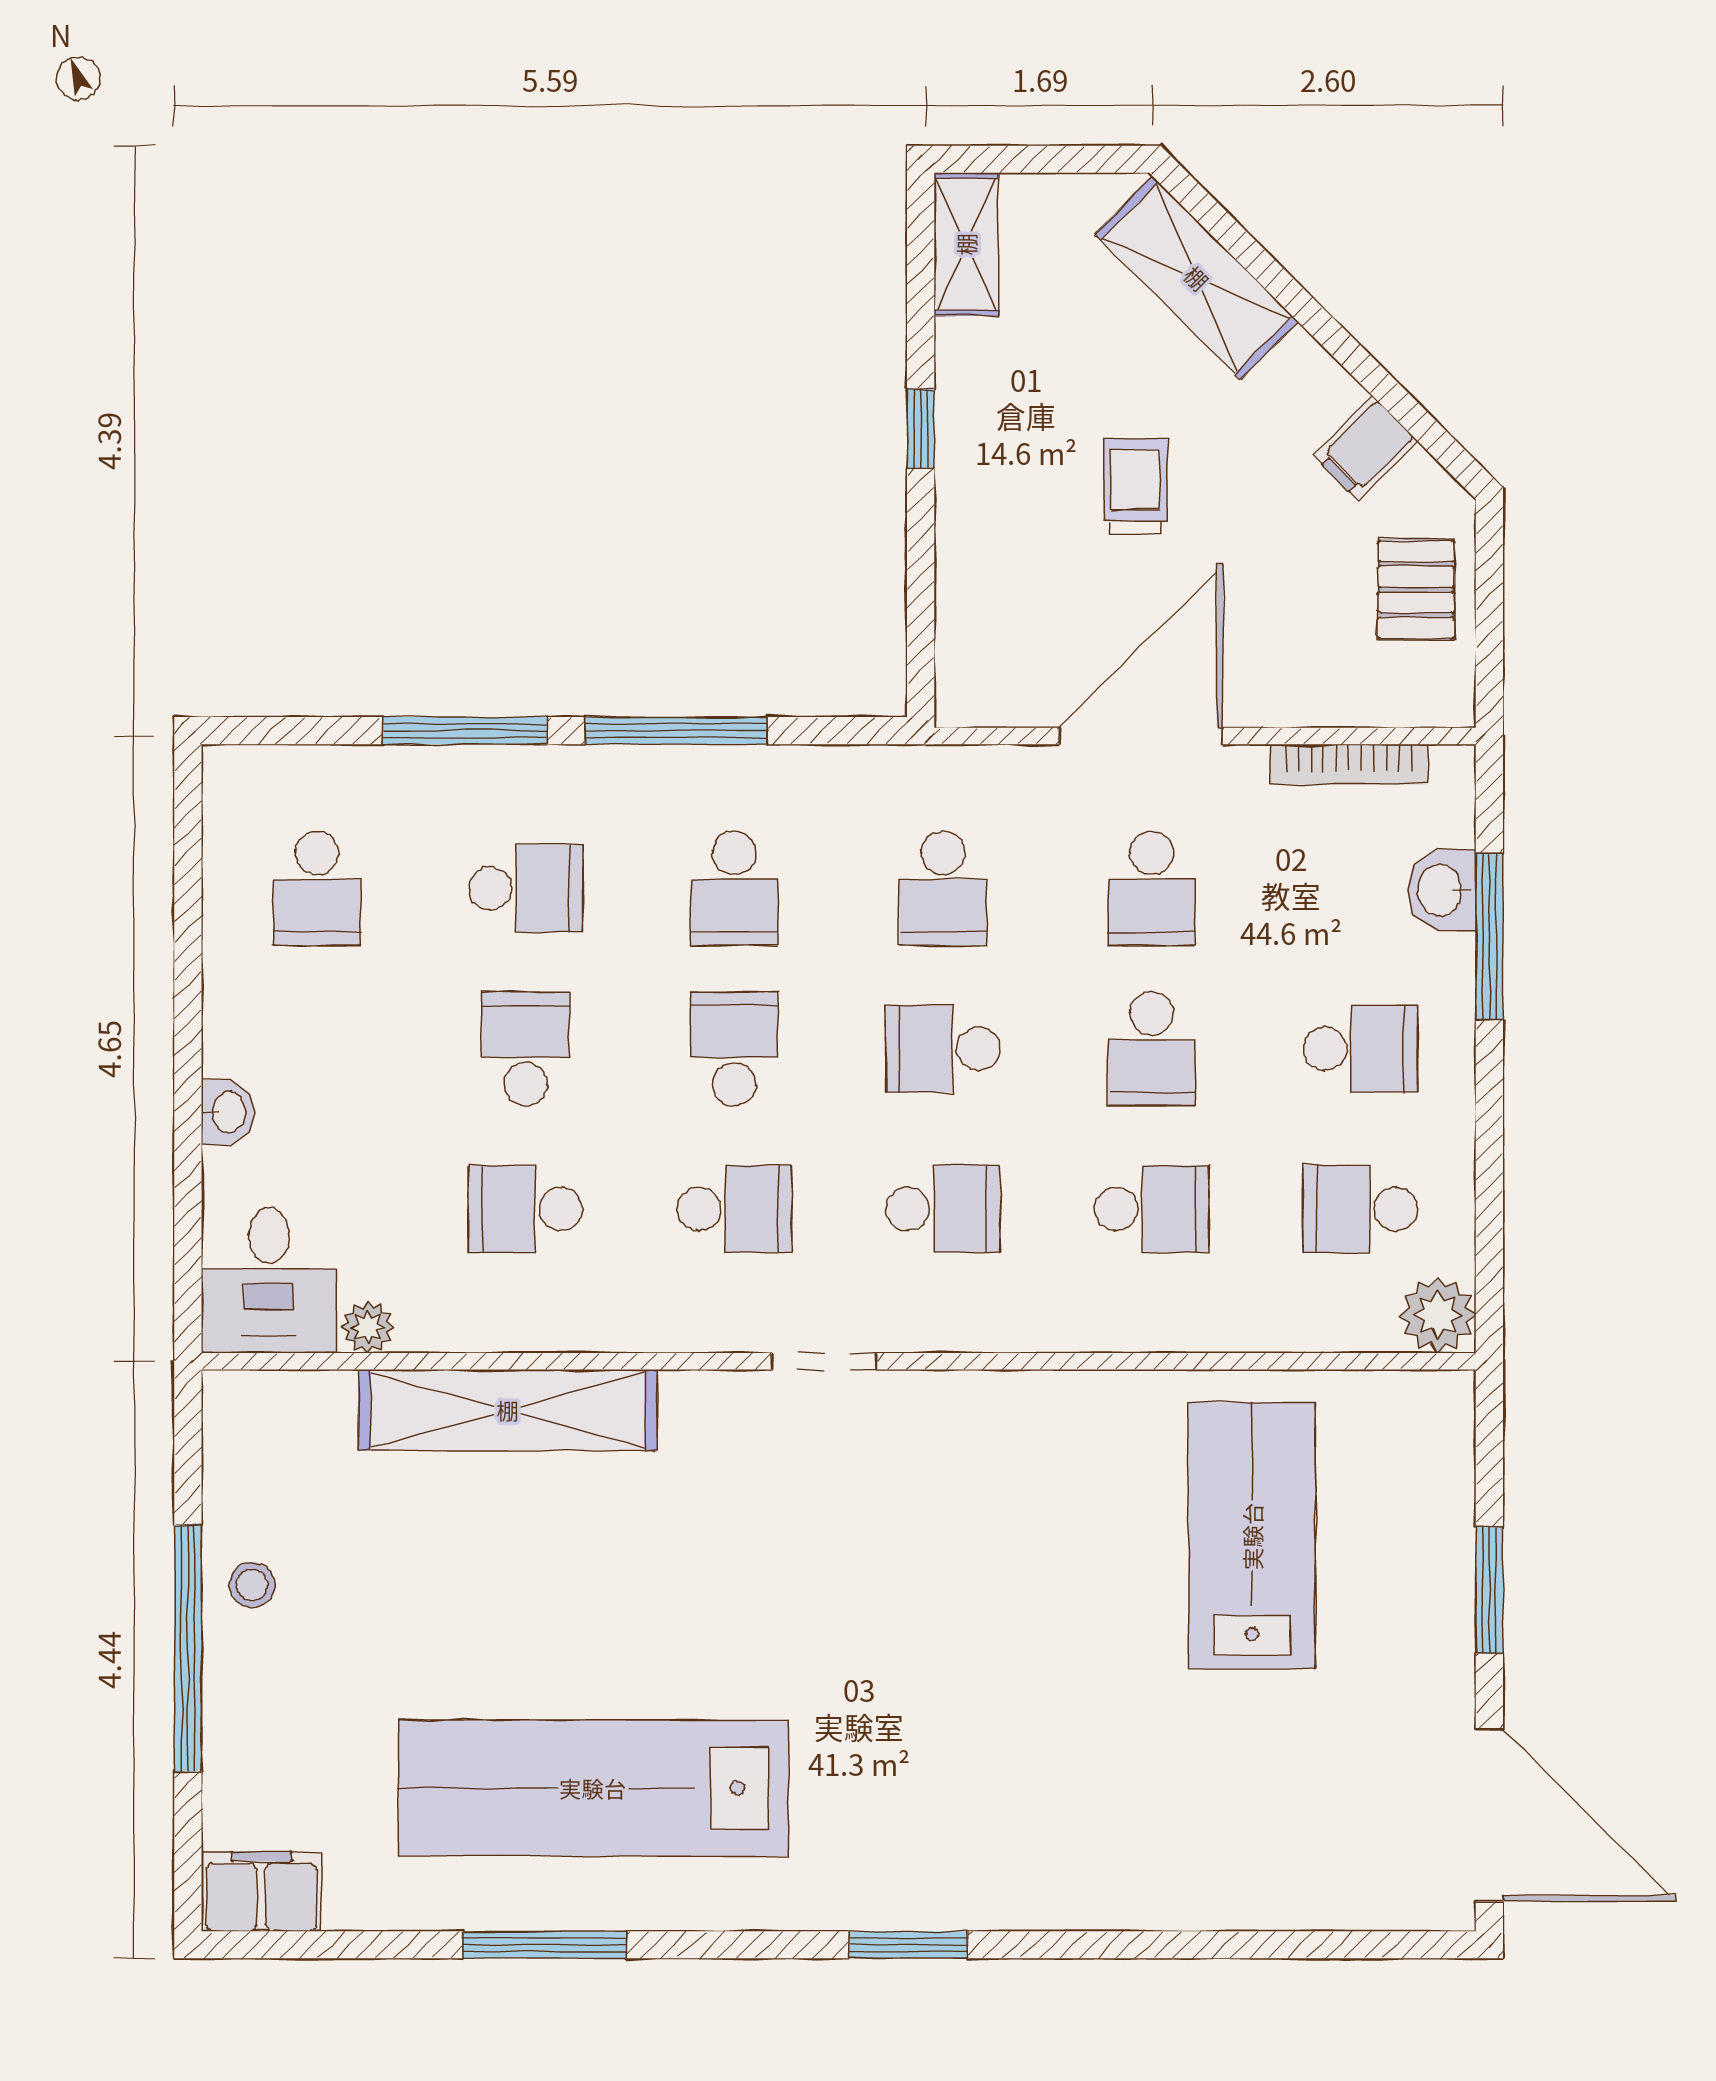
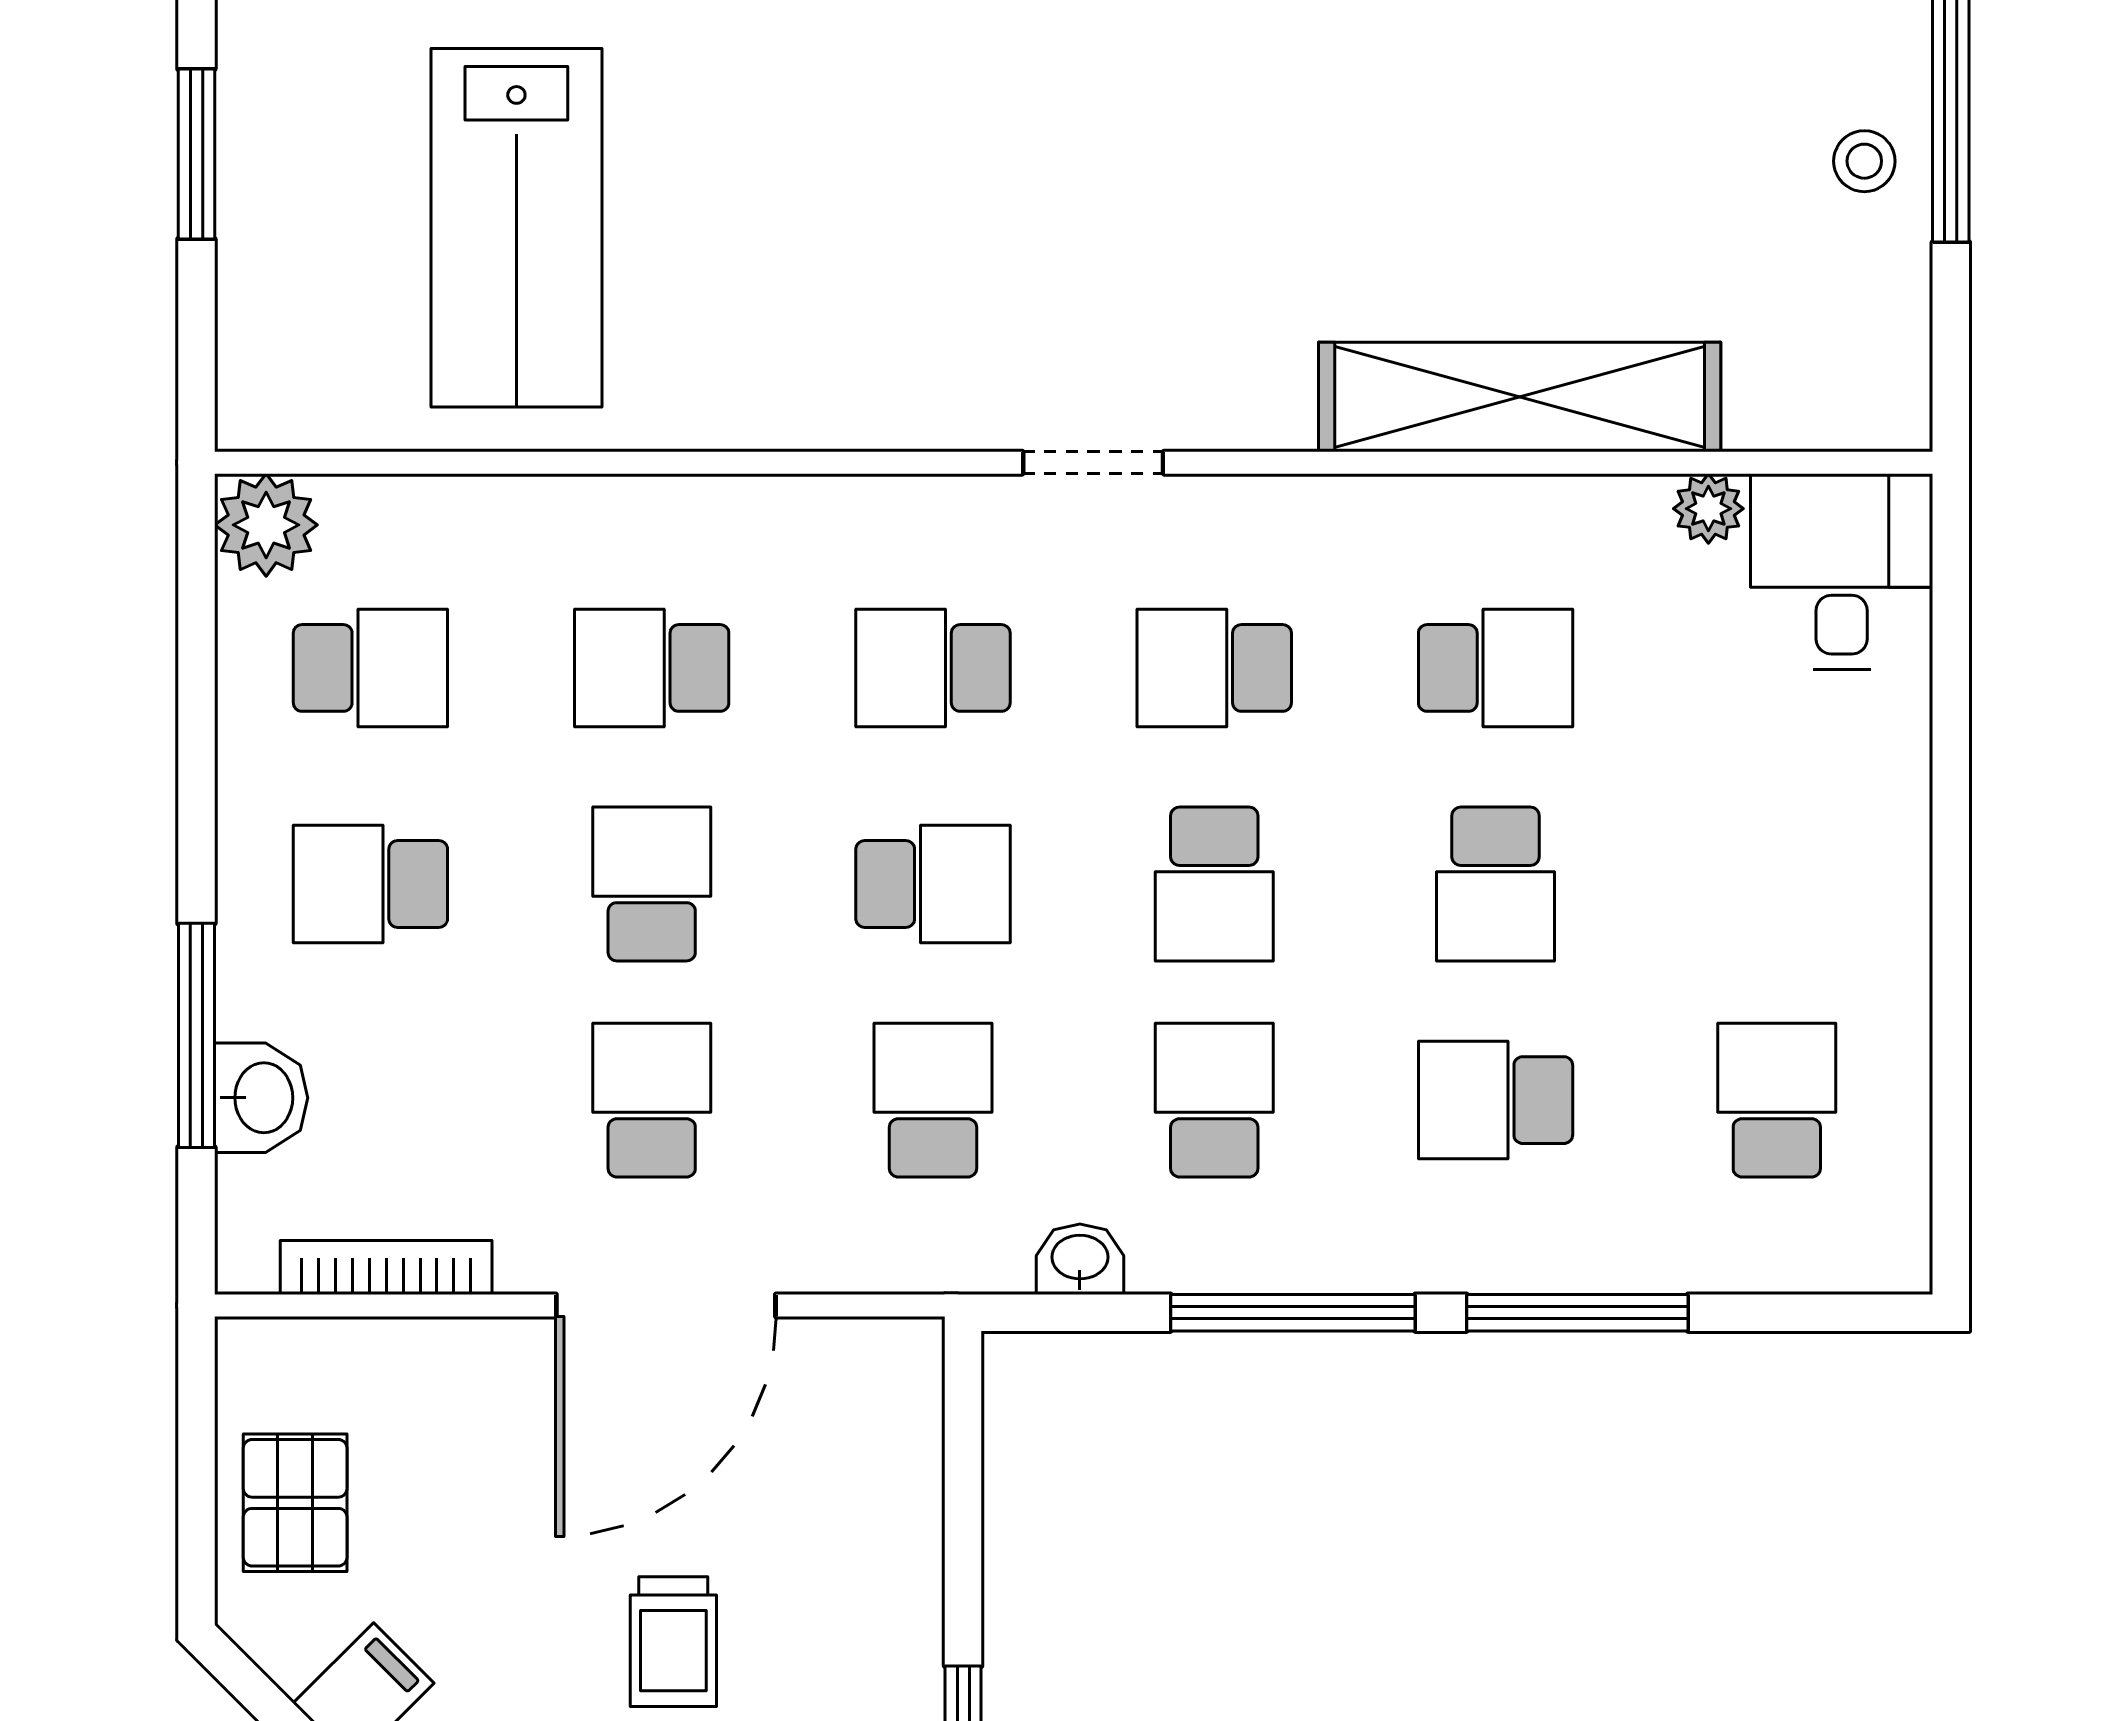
washbasin: (228, 1112) -> (1080, 1259), moved, turned 90

